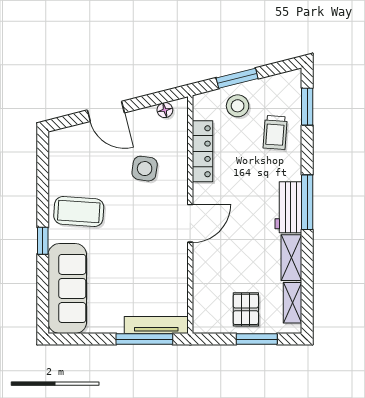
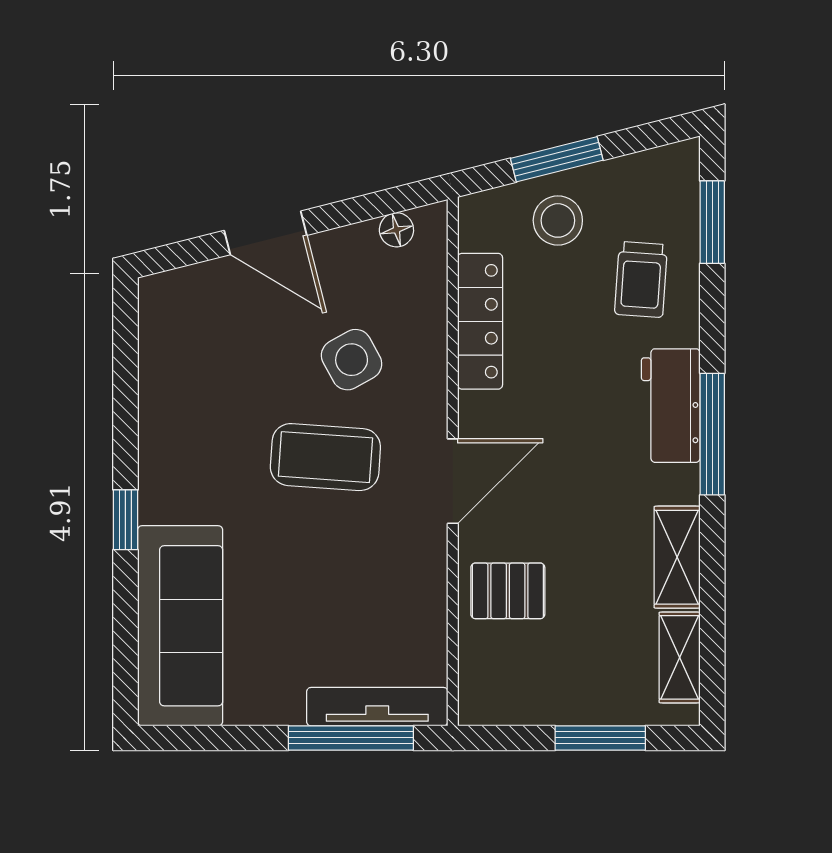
side table: (145, 169) -> (352, 360), turned -37
workbench: (288, 207) -> (671, 406), moved
coffee table: (79, 211) -> (325, 457), moved
pallet: (246, 309) -> (508, 591), moved, turned 90

